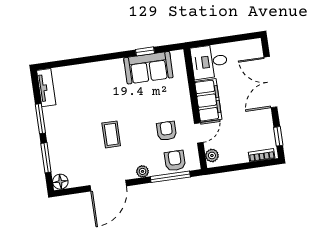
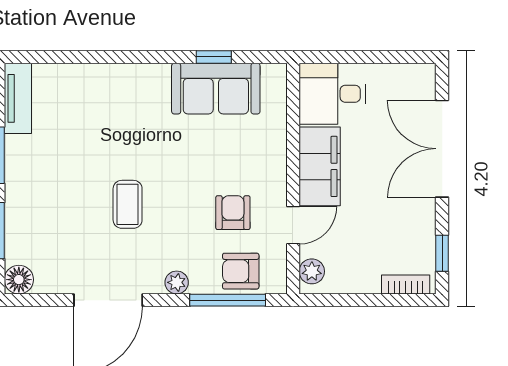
armchair: (175, 161) -> (241, 271), turned -90

